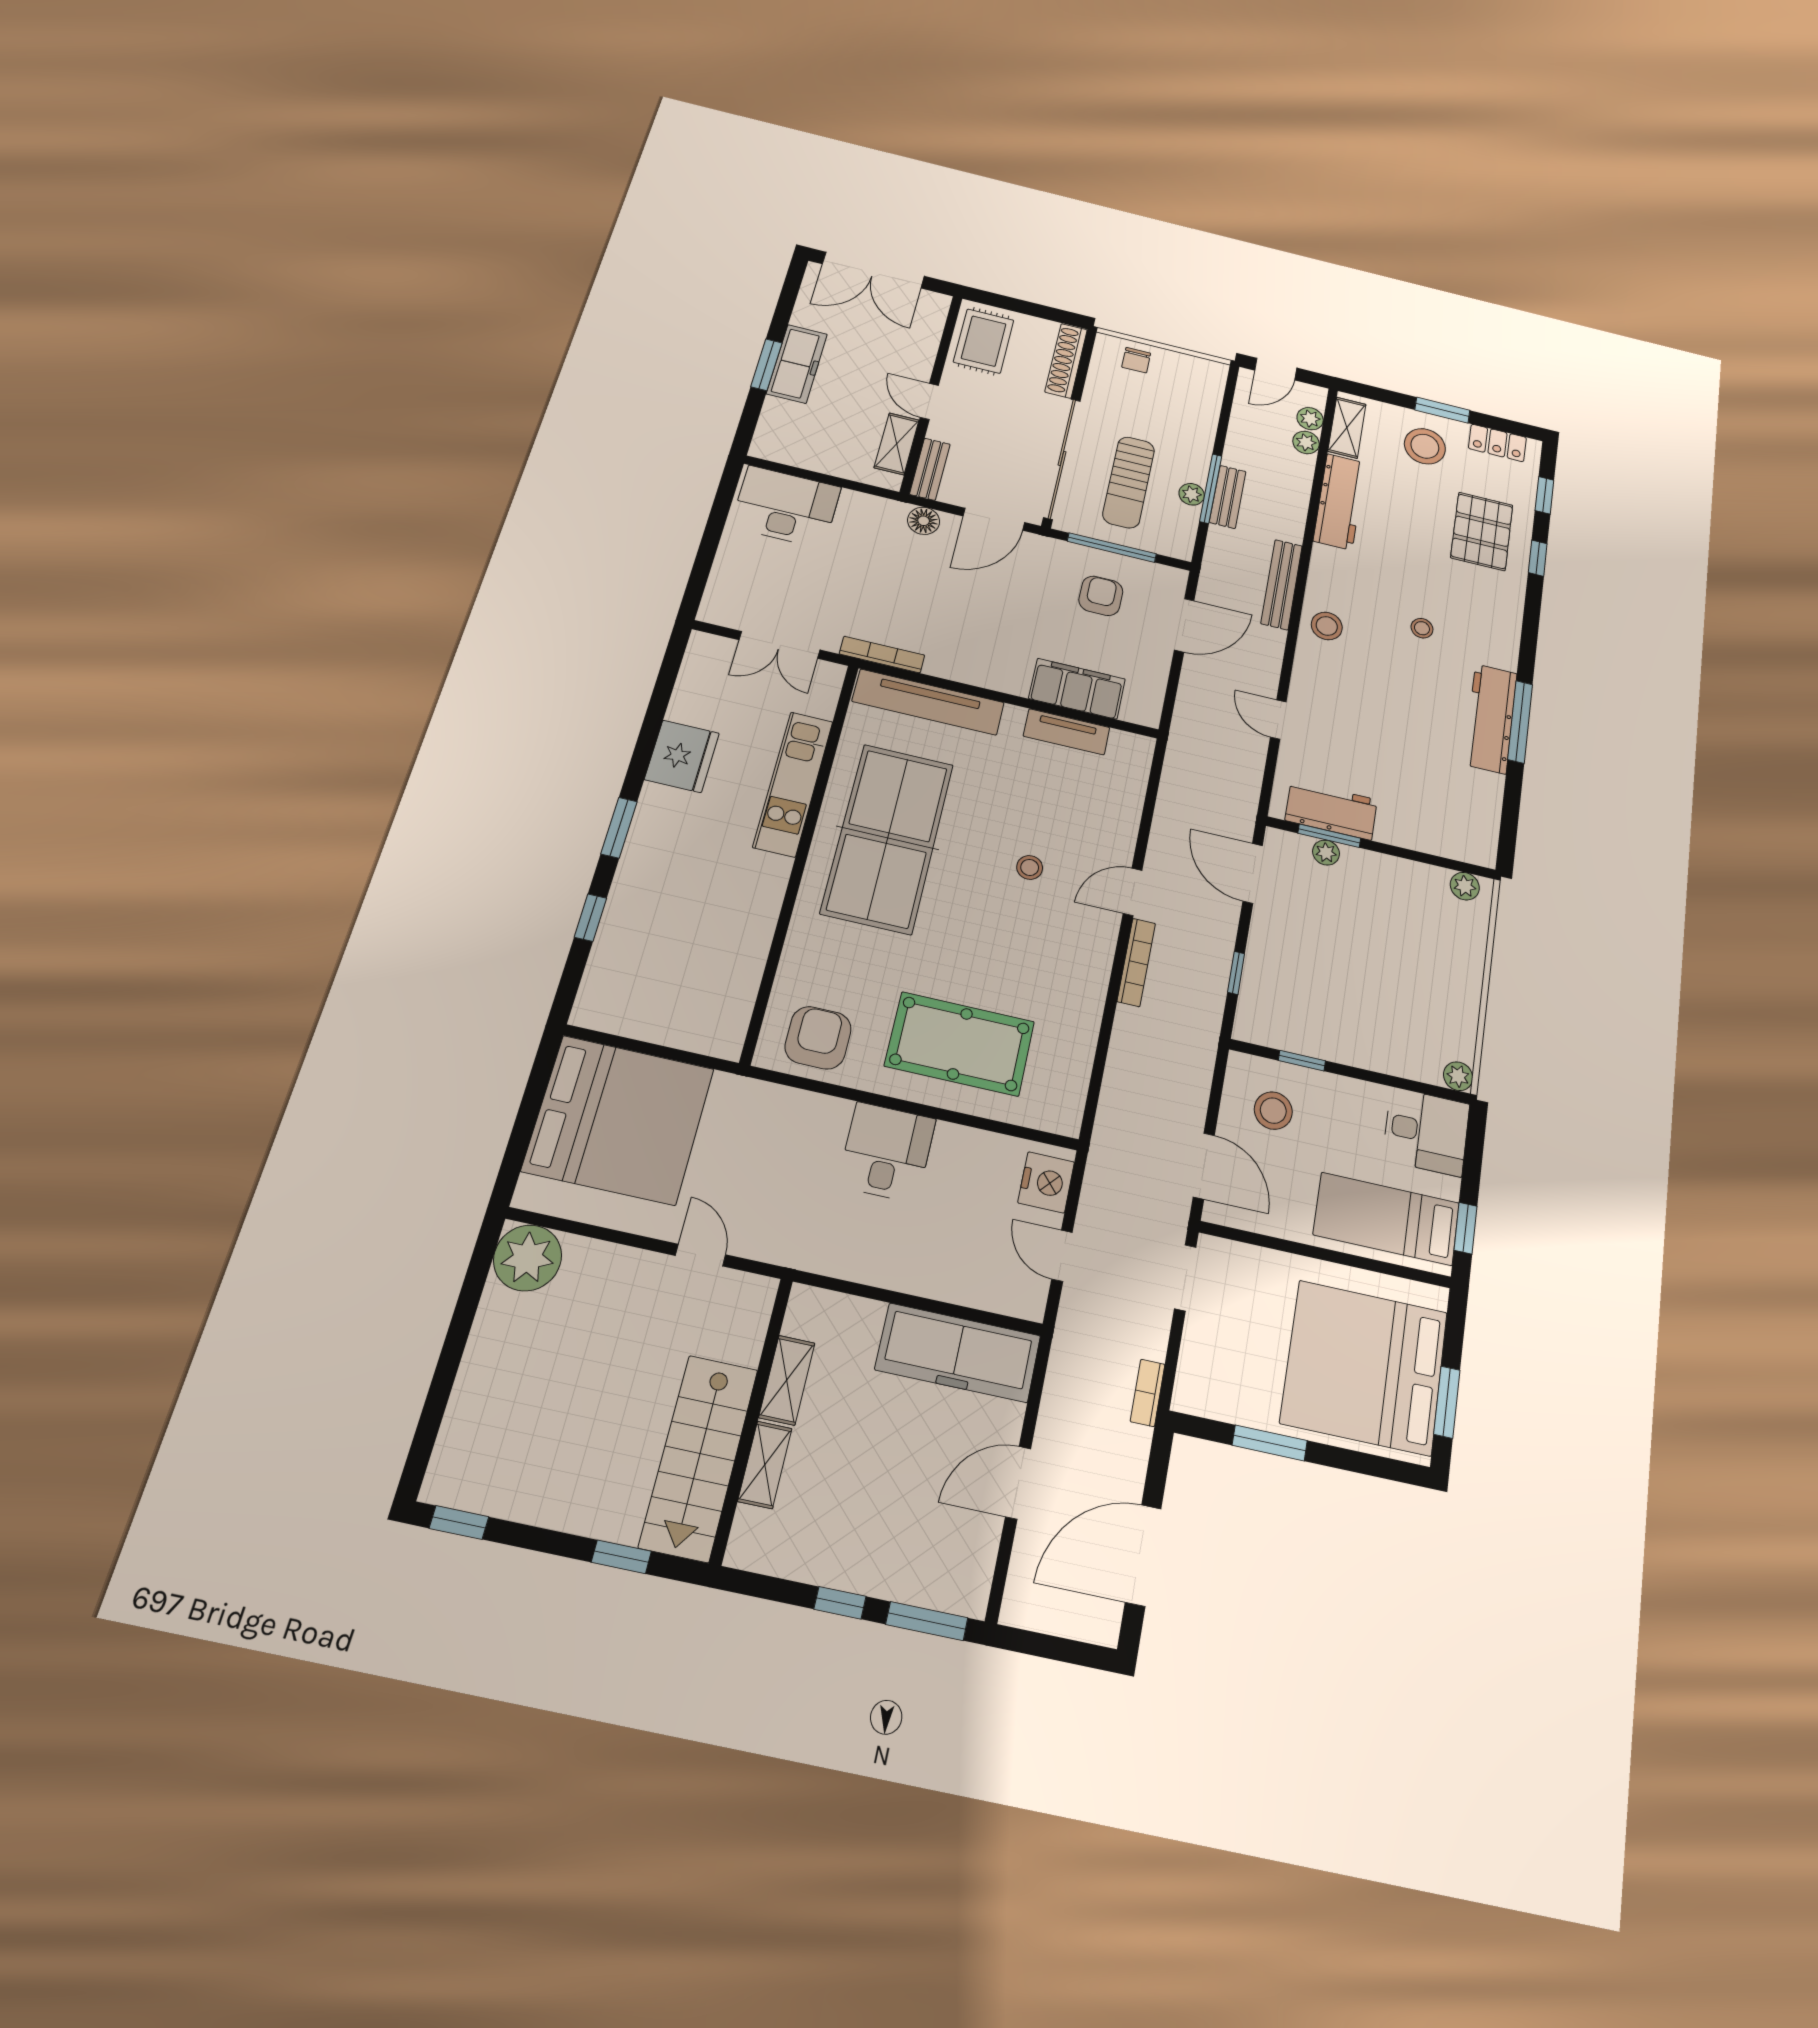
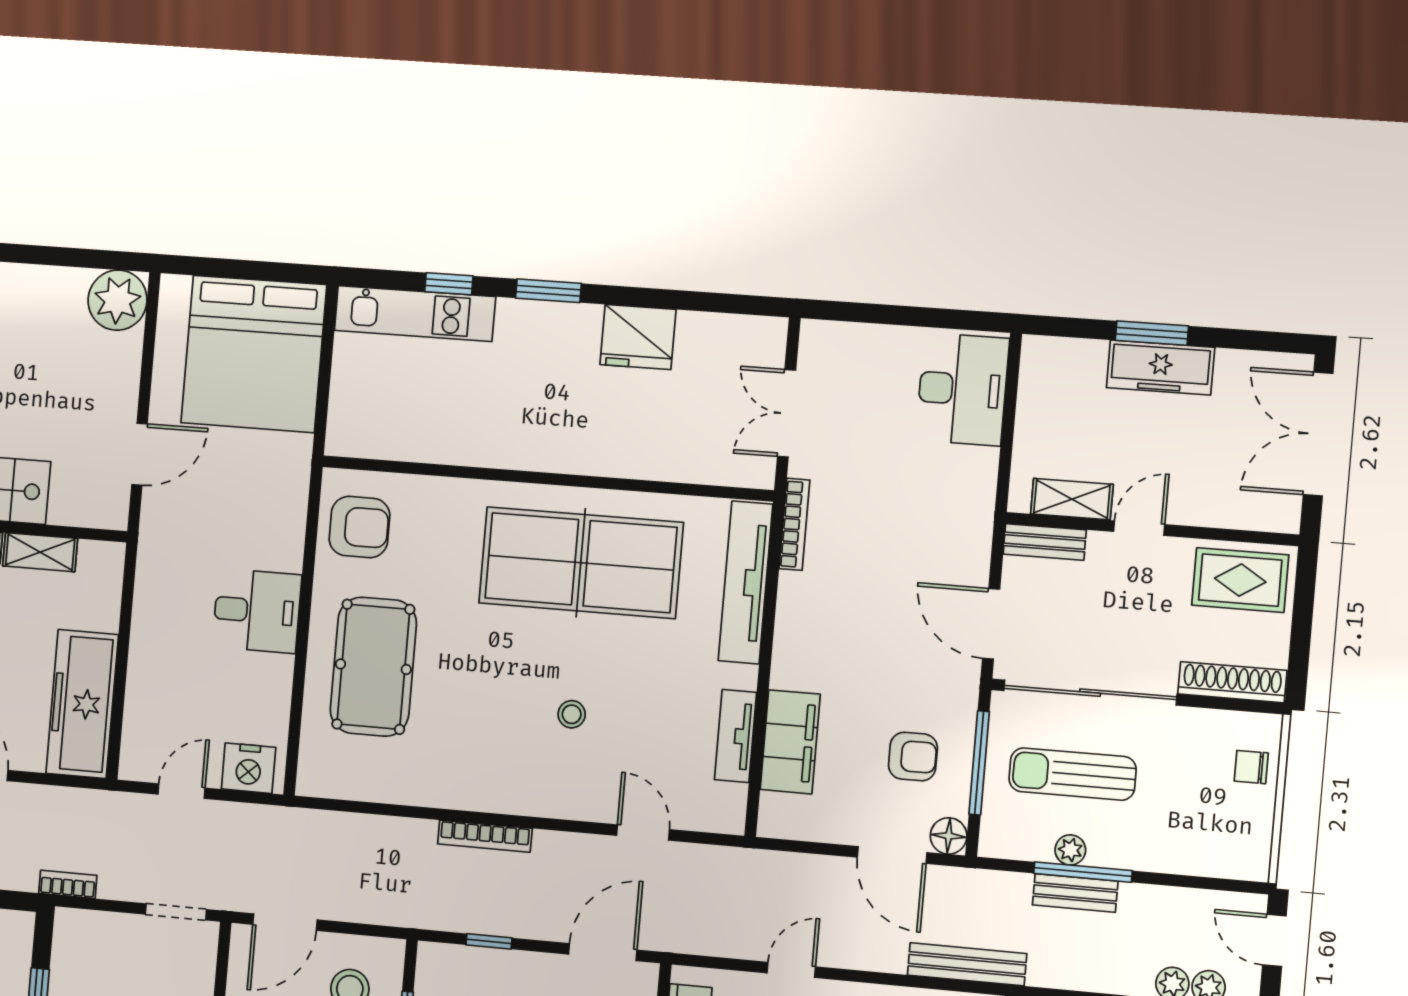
floor lamp: (924, 521) -> (949, 836), moved
kitchen unit: (793, 784) -> (415, 314), moved, turned 180
door: (1133, 892) -> (643, 833), moved
door: (700, 1255) -> (139, 454), width x1.37

